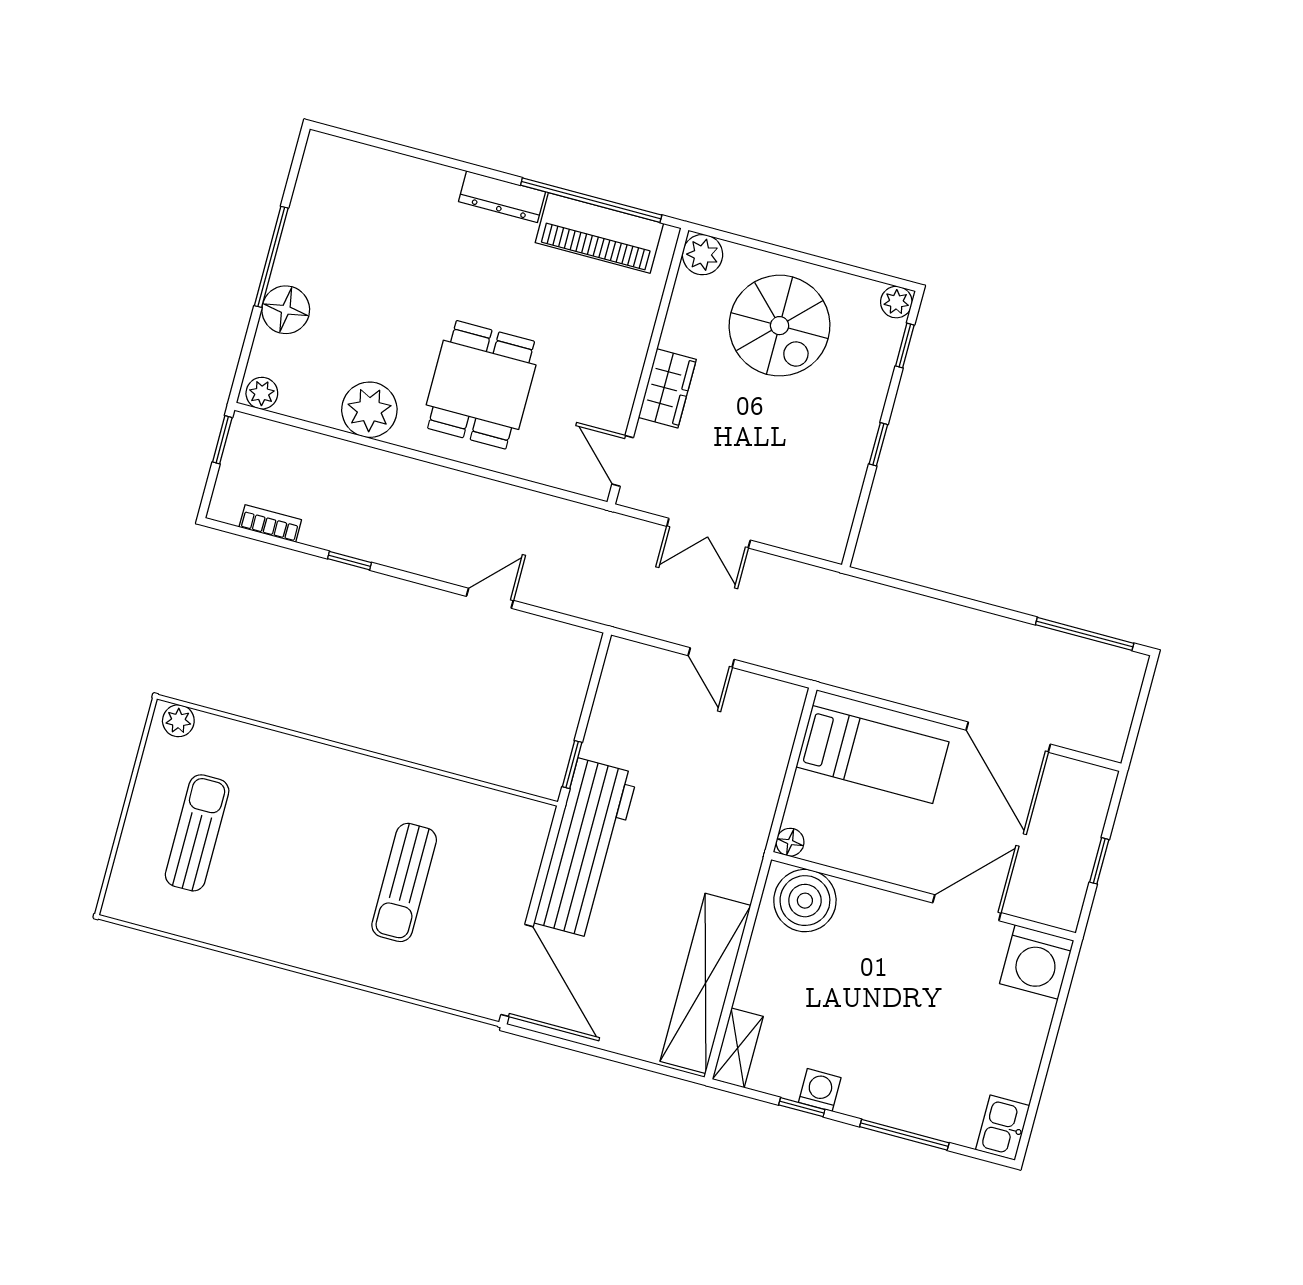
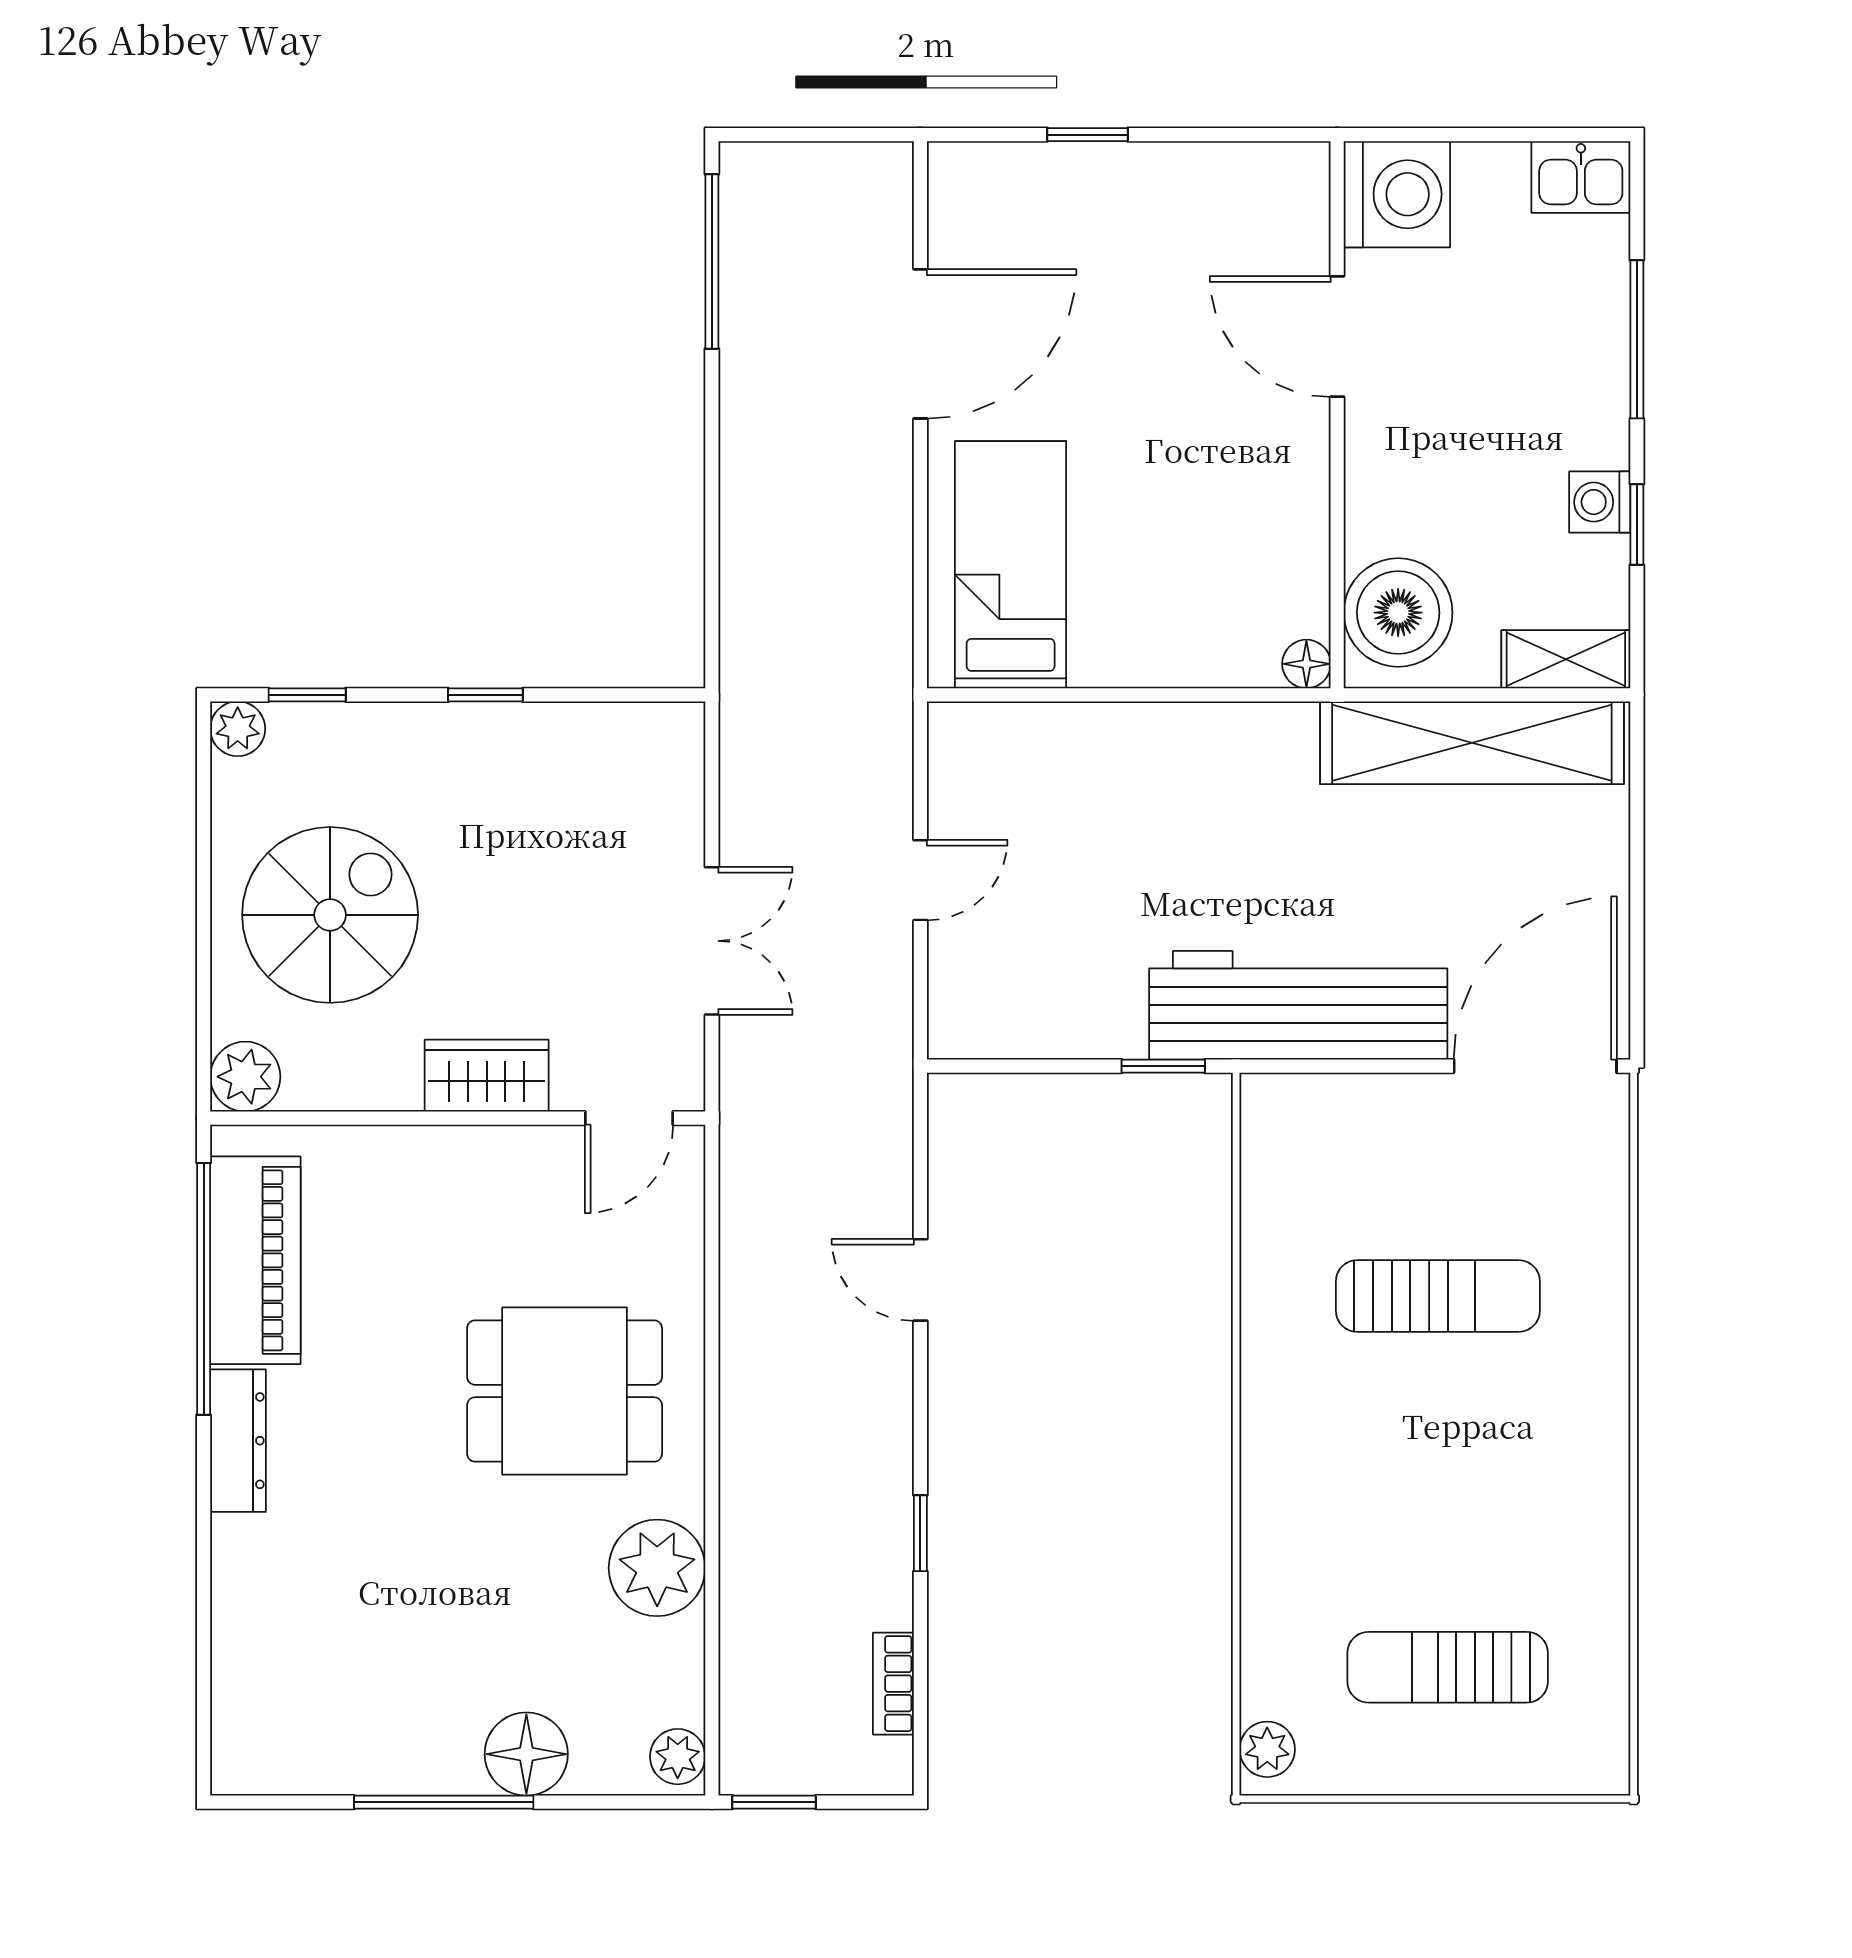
floor lamp: (790, 842) -> (1306, 664), moved
wall: (924, 896) -> (1337, 415), moved
boiler: (805, 901) -> (1398, 613), moved
door: (967, 908) -> (1337, 337), moved
washing machine: (1037, 962) -> (1397, 194), moved

